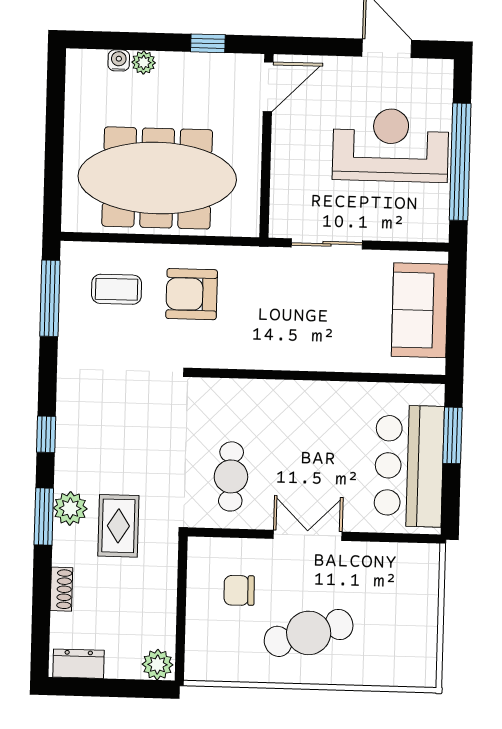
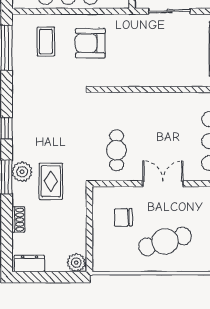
coffee table: (117, 289) -> (46, 42), turned 90

